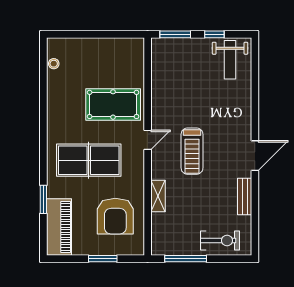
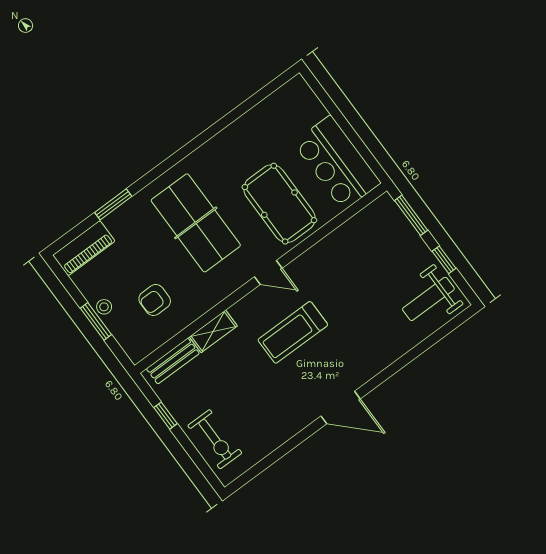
bar counter: (114, 54) -> (337, 163), added
stool: (54, 64) -> (104, 307), moved
bench: (245, 197) -> (173, 361), moved
armchair: (115, 216) -> (155, 300), width x0.53, depth x0.53
piano: (59, 227) -> (84, 248), width x0.73, depth x0.75
window: (186, 259) -> (165, 416), width x0.46

